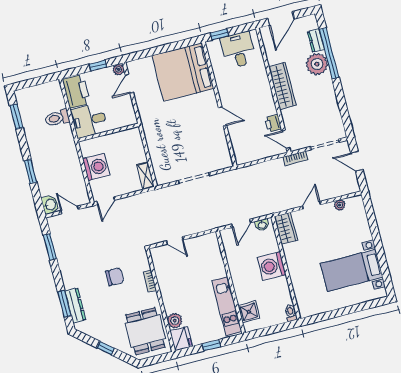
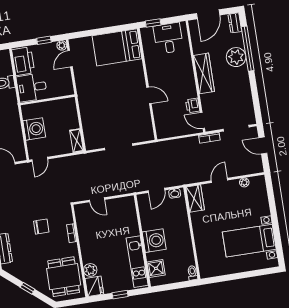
dresser: (316, 41) -> (235, 23), moved
bed: (183, 72) -> (117, 47), width x0.73
washing machine: (272, 266) -> (154, 241), moved, turned 180

